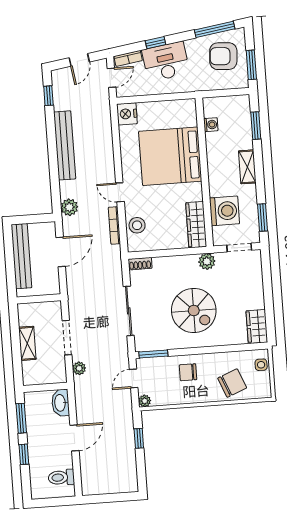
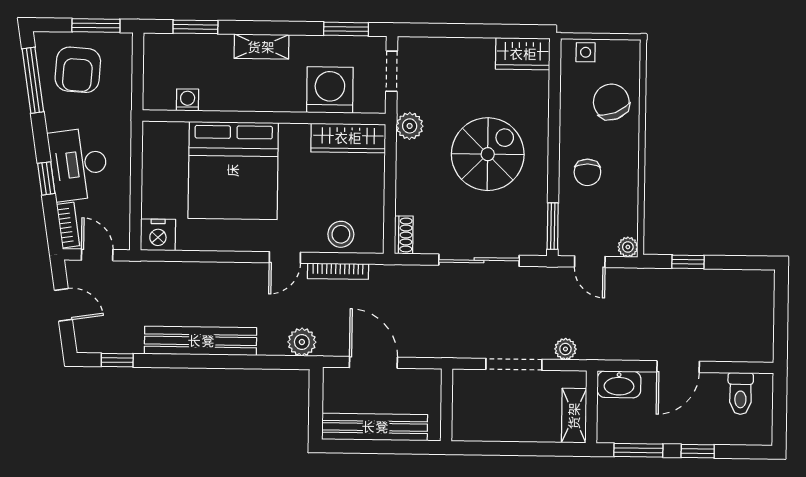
shelving: (27, 343) -> (574, 416), moved, turned 90
door: (74, 438) -> (678, 367), swing flipped

